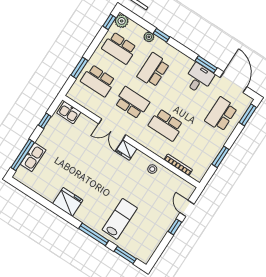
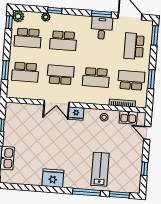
school desk: (153, 70) -> (63, 41), turned -90
kitchen sink: (69, 113) -> (128, 118), moved
school desk: (200, 147) -> (131, 80), added
window: (175, 227) -> (144, 169), moved

